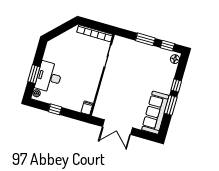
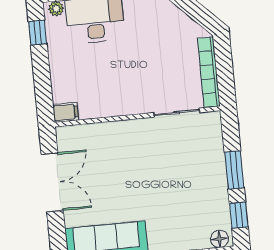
window: (55, 109) -> (38, 33), moved
double door: (117, 127) -> (52, 182), swing flipped

